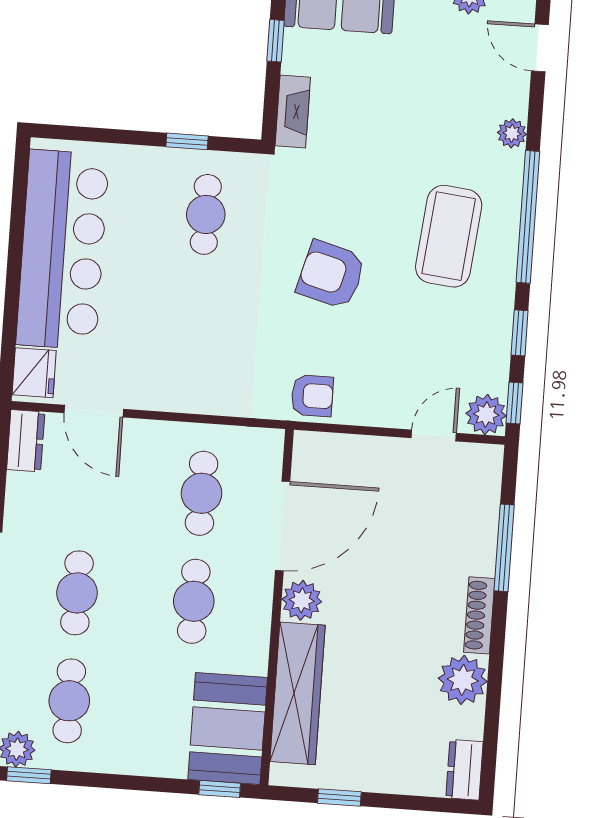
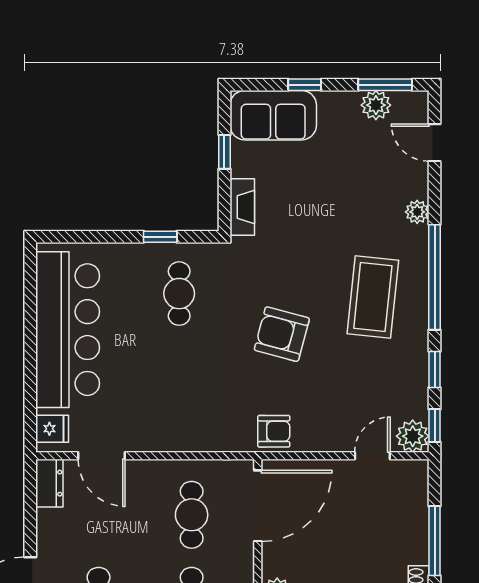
fridge: (34, 373) -> (52, 429), width x0.72
door: (283, 526) -> (258, 506), moved

